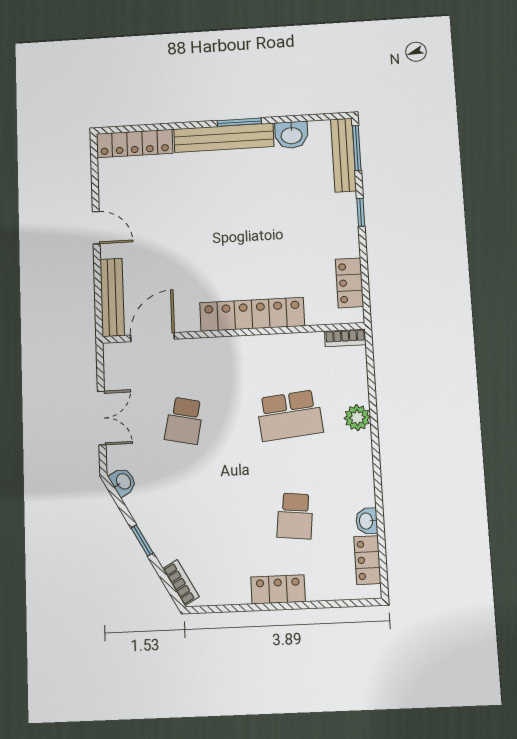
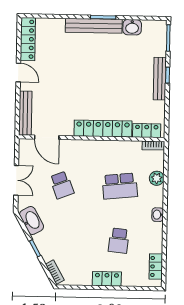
locker: (135, 143) -> (28, 39), moved, turned -90
bench: (344, 155) -> (160, 79), moved
locker: (349, 283) -> (147, 131), moved, turned 90
door: (152, 337) -> (47, 137), swing flipped
plant: (357, 418) -> (157, 178), moved
school desk: (184, 421) -> (62, 185), turned -33
washbasin: (123, 482) -> (32, 221), width x1.91, depth x1.45
washbasin: (367, 521) -> (158, 215), moved

